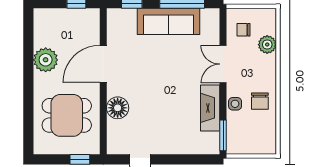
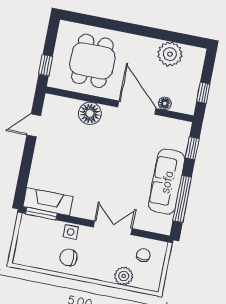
floor lamp: (94, 38) -> (165, 103), added
plant: (46, 60) -> (170, 54), moved
fireplace: (210, 108) -> (48, 202), moved

